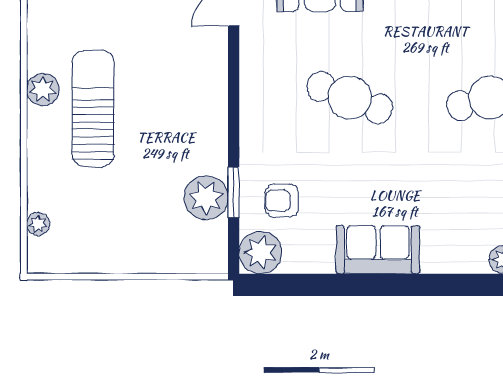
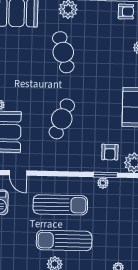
sun lounger: (168, 99) -> (60, 205), added
plant: (206, 198) -> (103, 183), width x0.53, depth x0.53

